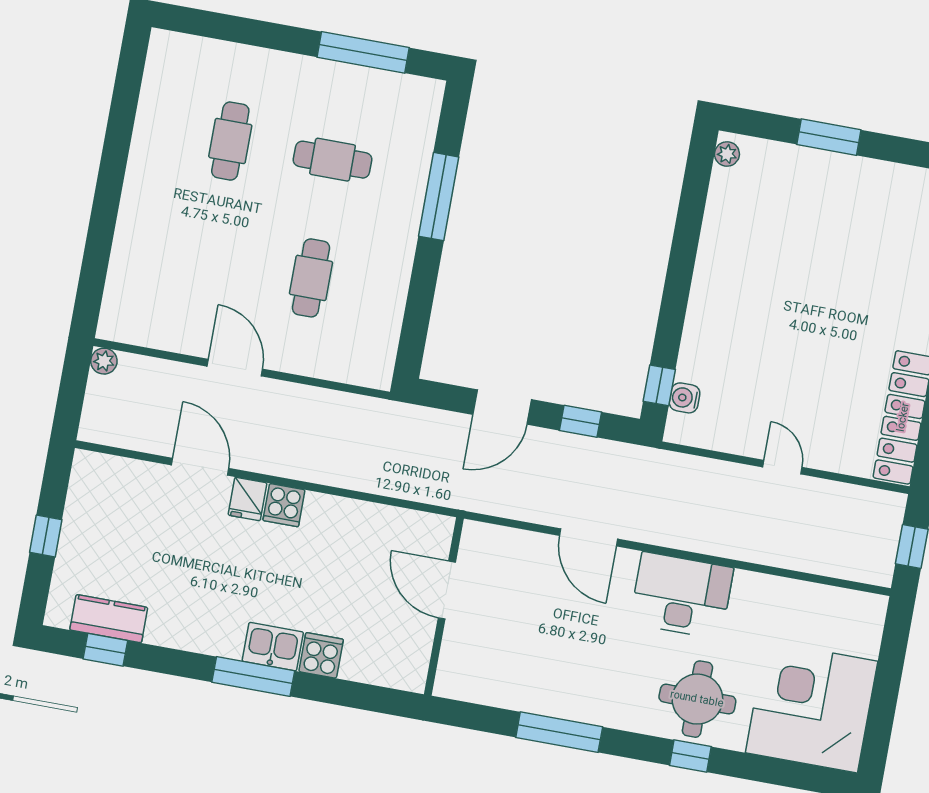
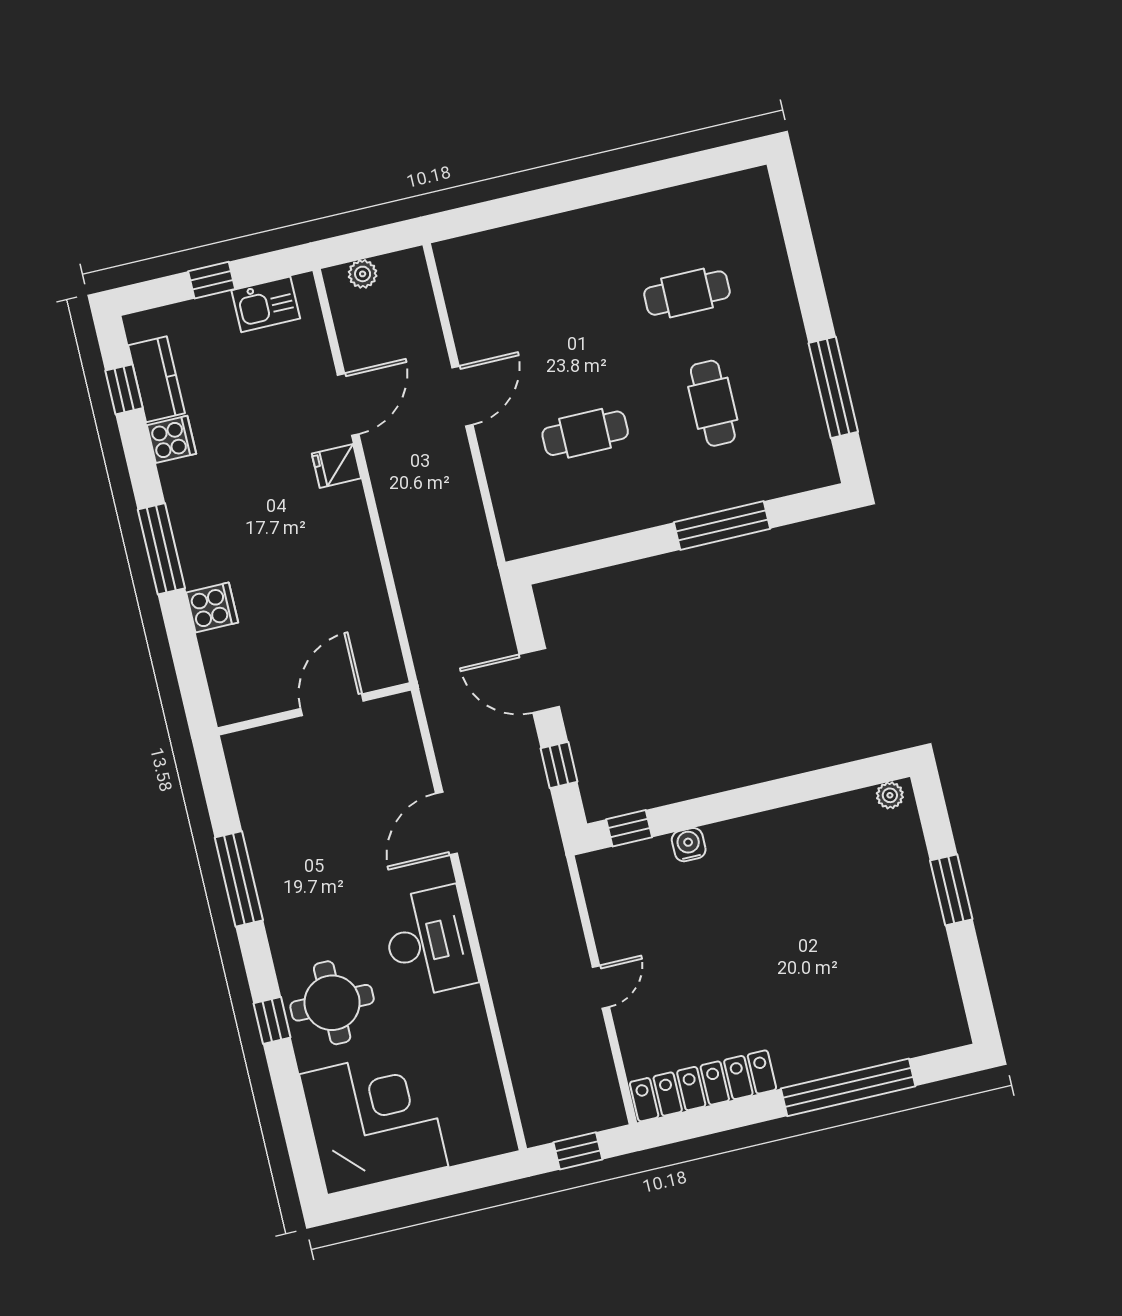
plant: (104, 361) -> (363, 274), moved
water cooler: (685, 398) -> (689, 845), moved
cooker: (284, 505) -> (171, 439), moved, turned 180
kitchen sink: (273, 647) -> (266, 304), moved, turned 90

